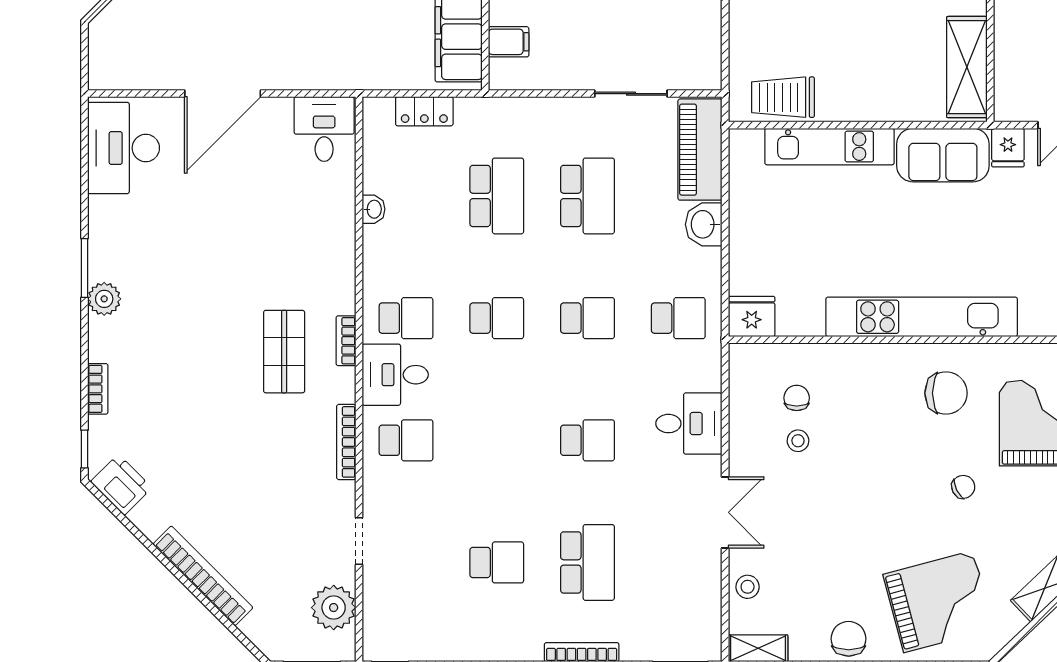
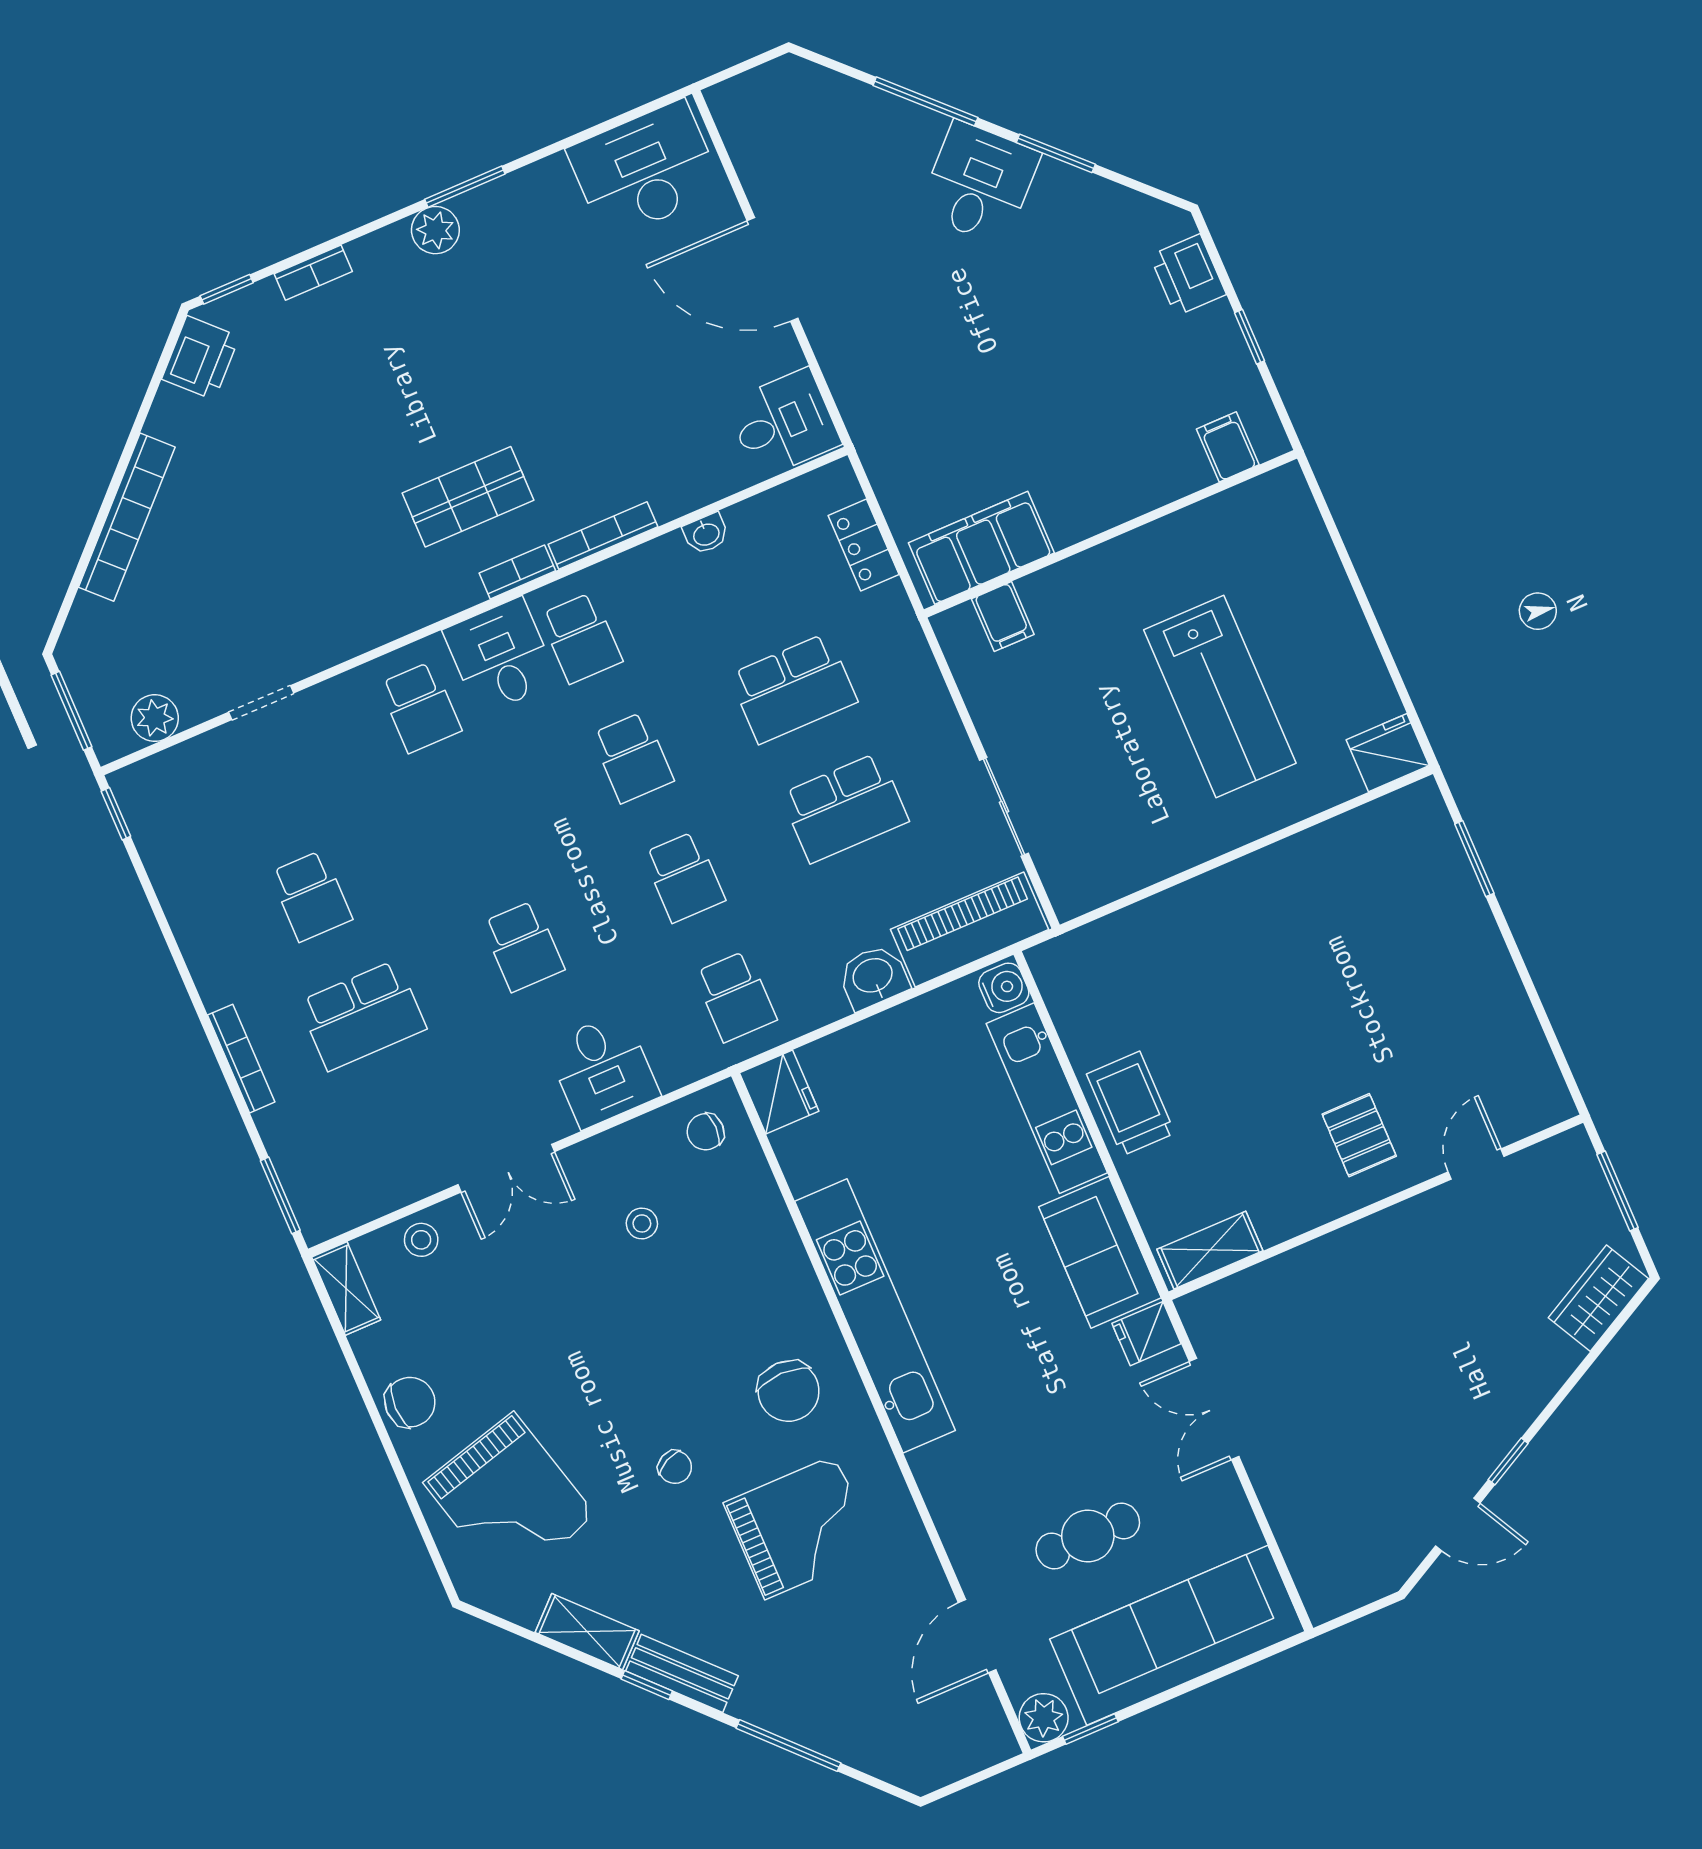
shelving: (967, 67) -> (1210, 1250), width x0.67, depth x0.75
trolley: (783, 97) -> (1131, 1104), moved
water cooler: (747, 144) -> (1004, 988), added
chair: (797, 398) -> (706, 1132), moved, turned 180
bookcase: (346, 442) -> (603, 536), moved
plant: (334, 608) -> (155, 718), width x0.73, depth x0.73

